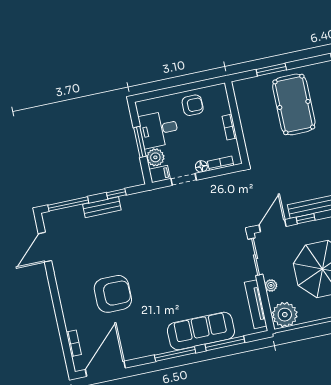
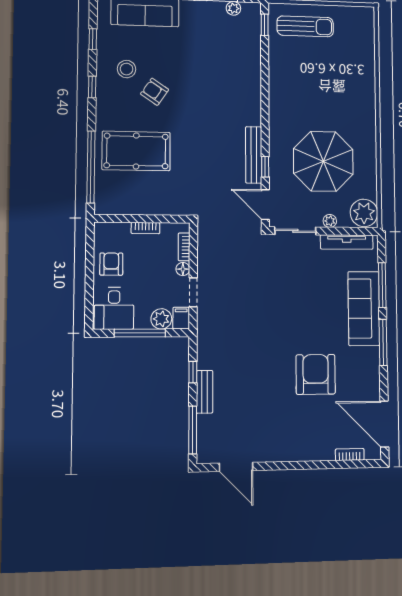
window: (271, 70) -> (91, 167), width x2.11
desk: (159, 129) -> (114, 308), moved
window: (140, 142) -> (140, 333), width x1.44
armchair: (113, 294) -> (316, 374), moved

